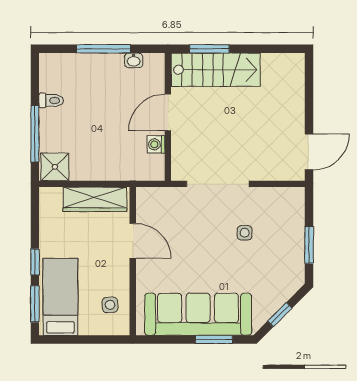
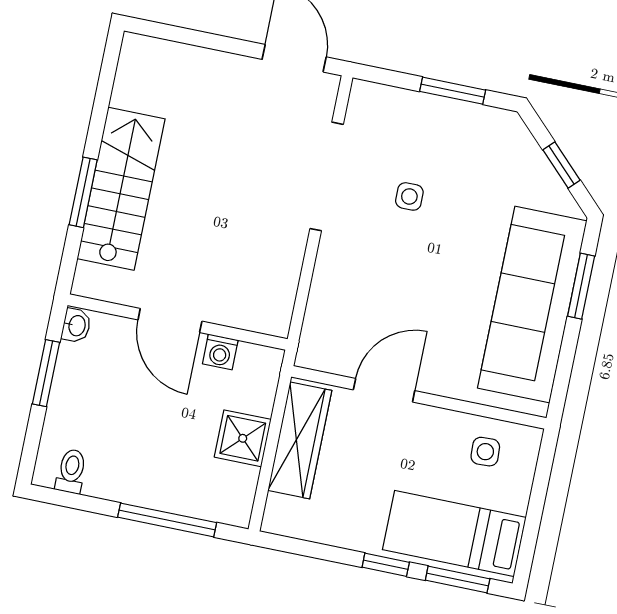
window: (103, 49) -> (46, 373), width x0.69
toilet: (51, 100) -> (71, 471), moved
door: (168, 112) -> (170, 321), moved
wall: (168, 117) -> (178, 322), moved
washing machine: (156, 144) -> (220, 352), moved
shower: (55, 167) -> (243, 438), moved
doorway: (218, 184) -> (327, 176), moved

